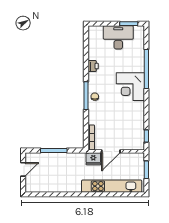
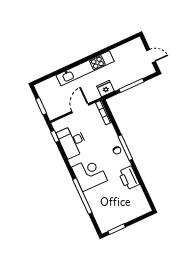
desk: (118, 37) -> (72, 141), moved, turned 90
printer: (93, 66) -> (129, 178), width x1.87, depth x1.48
fridge: (93, 159) -> (105, 89), moved
door: (23, 169) -> (151, 56), swing flipped
kitchen unit: (112, 186) -> (85, 68), moved

